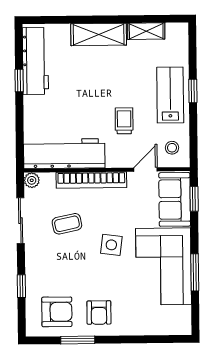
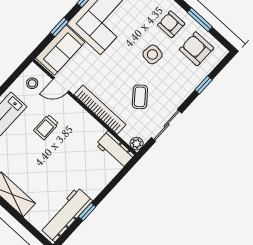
workbench: (64, 154) -> (115, 150), width x0.53, depth x0.76
window: (194, 199) -> (59, 27), moved
coffee table: (67, 224) -> (140, 97), turned 63
side table: (111, 245) -> (152, 54), moved
armchair: (99, 313) -> (171, 24), turned -90

